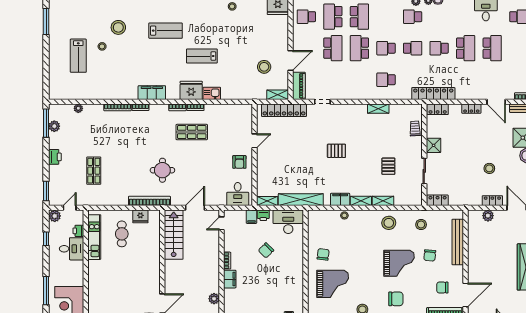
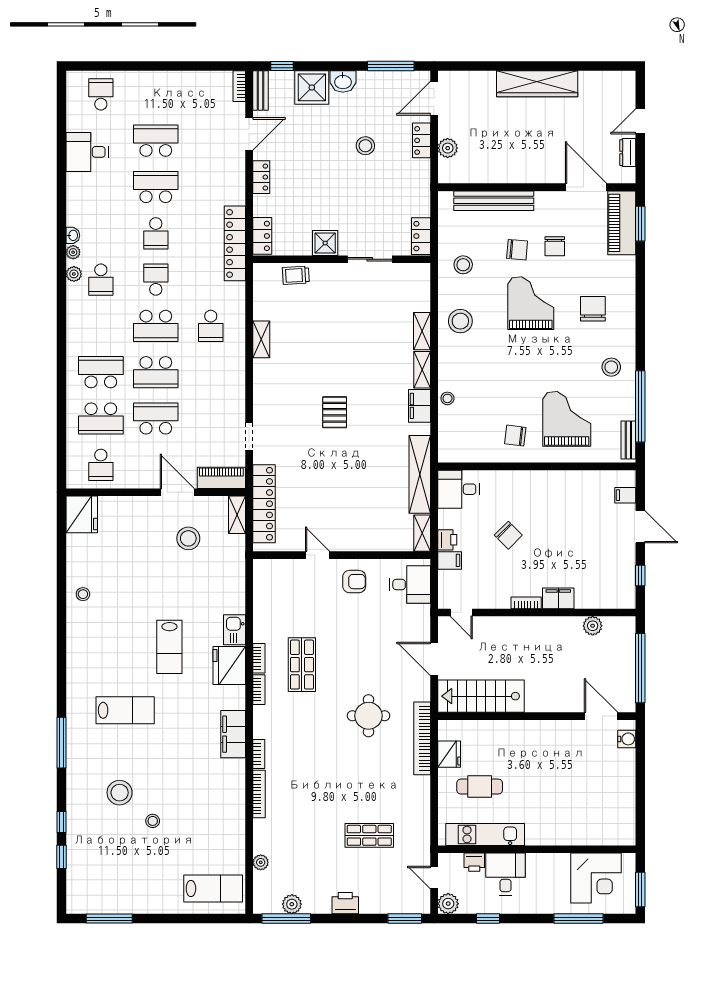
lab bench: (166, 31) -> (125, 710), turned 90
school desk: (386, 48) -> (156, 326), width x1.85
lab bench: (78, 56) -> (213, 888), moved
pallet: (388, 166) -> (362, 322), removed
desk: (288, 222) -> (458, 489), width x0.73
chair: (442, 288) -> (555, 246), moved

